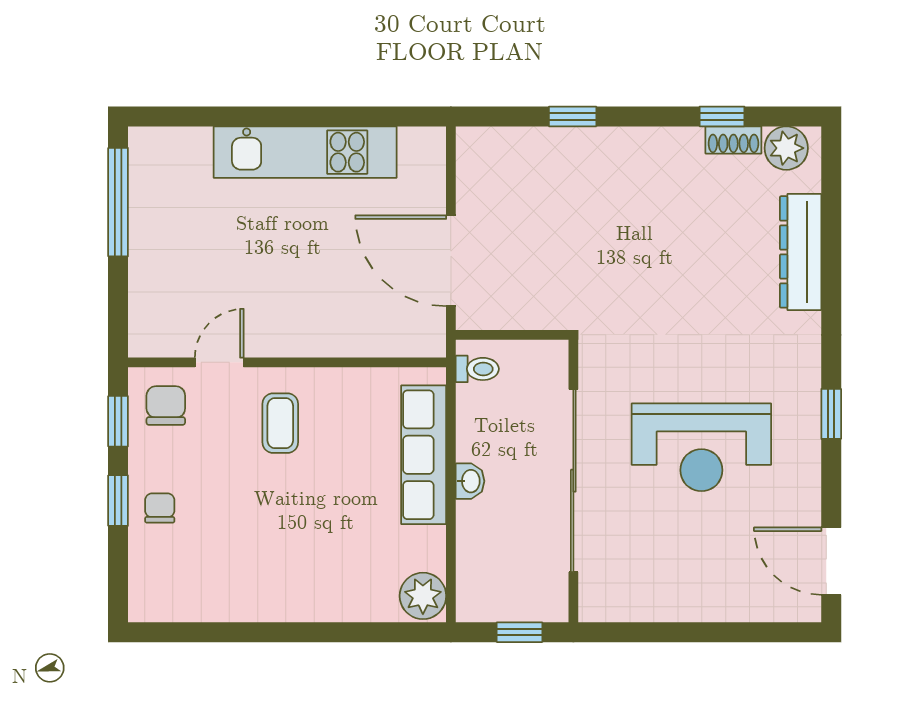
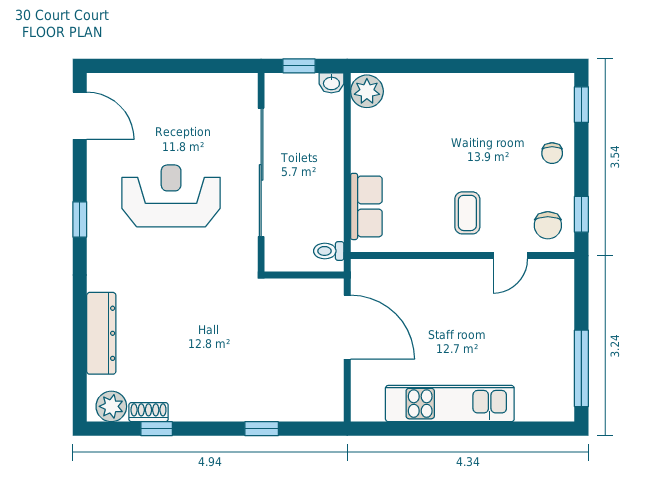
row of seats: (424, 455) -> (366, 206), width x0.68
washbasin: (470, 481) -> (331, 83), moved, turned -90
window: (118, 501) -> (581, 105), moved

